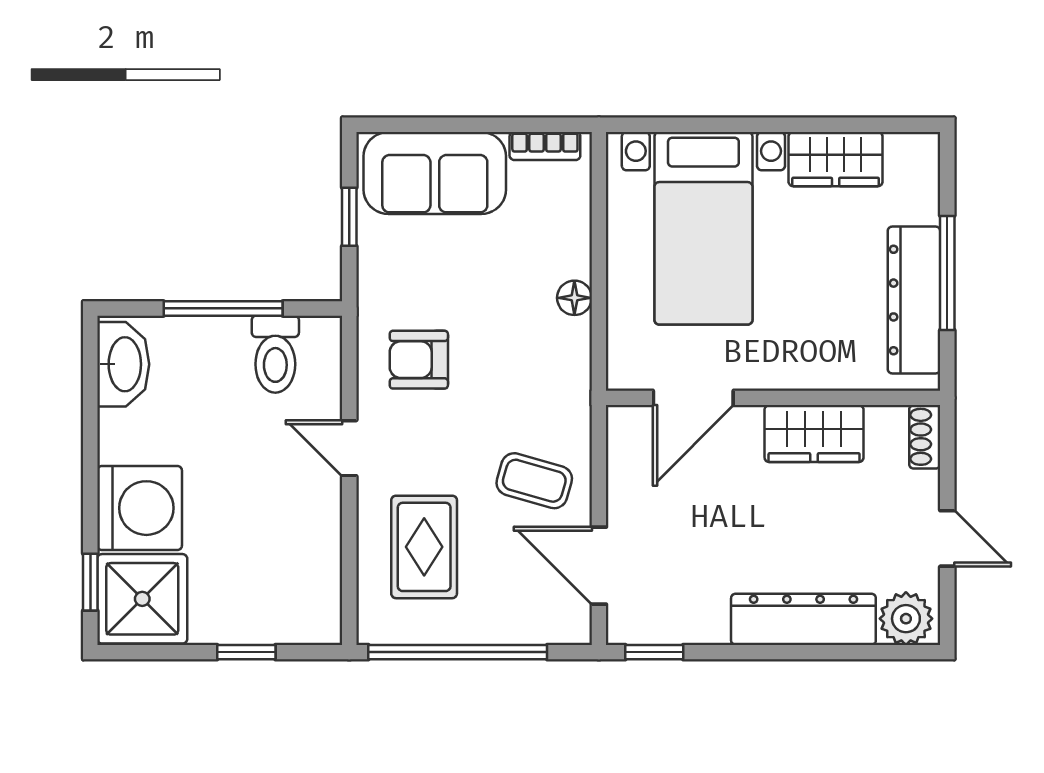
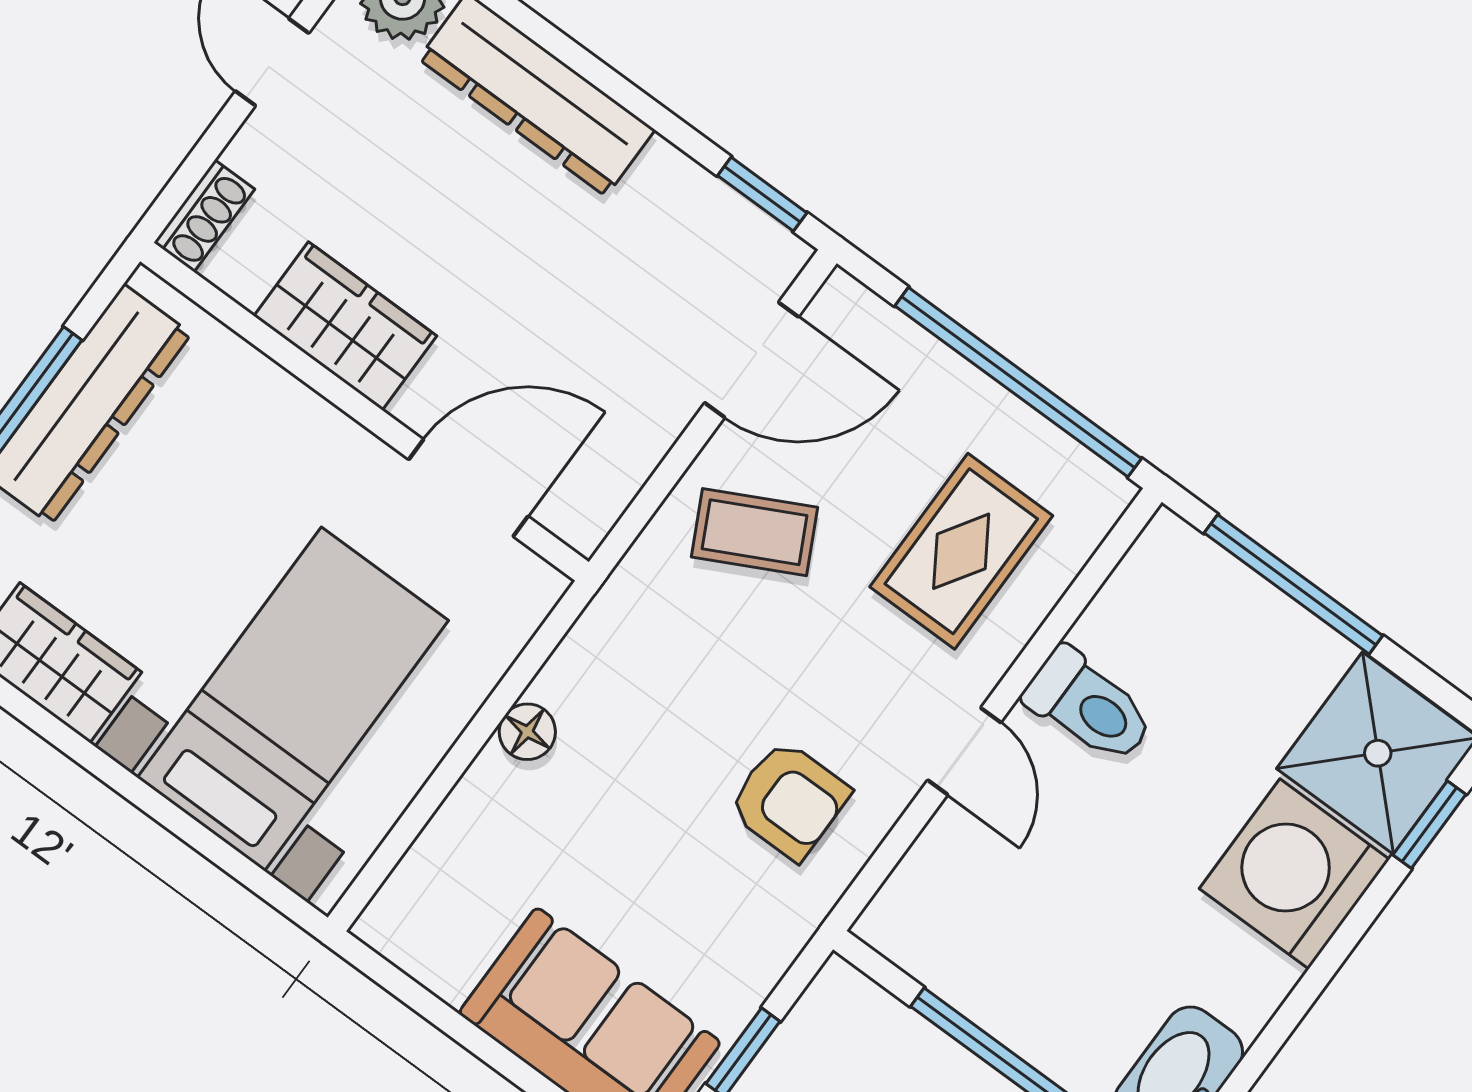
bookcase: (545, 146) -> (420, 958), removed
toilet: (275, 354) -> (1089, 706), moved, turned 90
coffee table: (534, 481) -> (755, 532), turned -43
door: (599, 566) -> (752, 360), hinge flipped
window: (246, 652) -> (1293, 584), width x2.17

